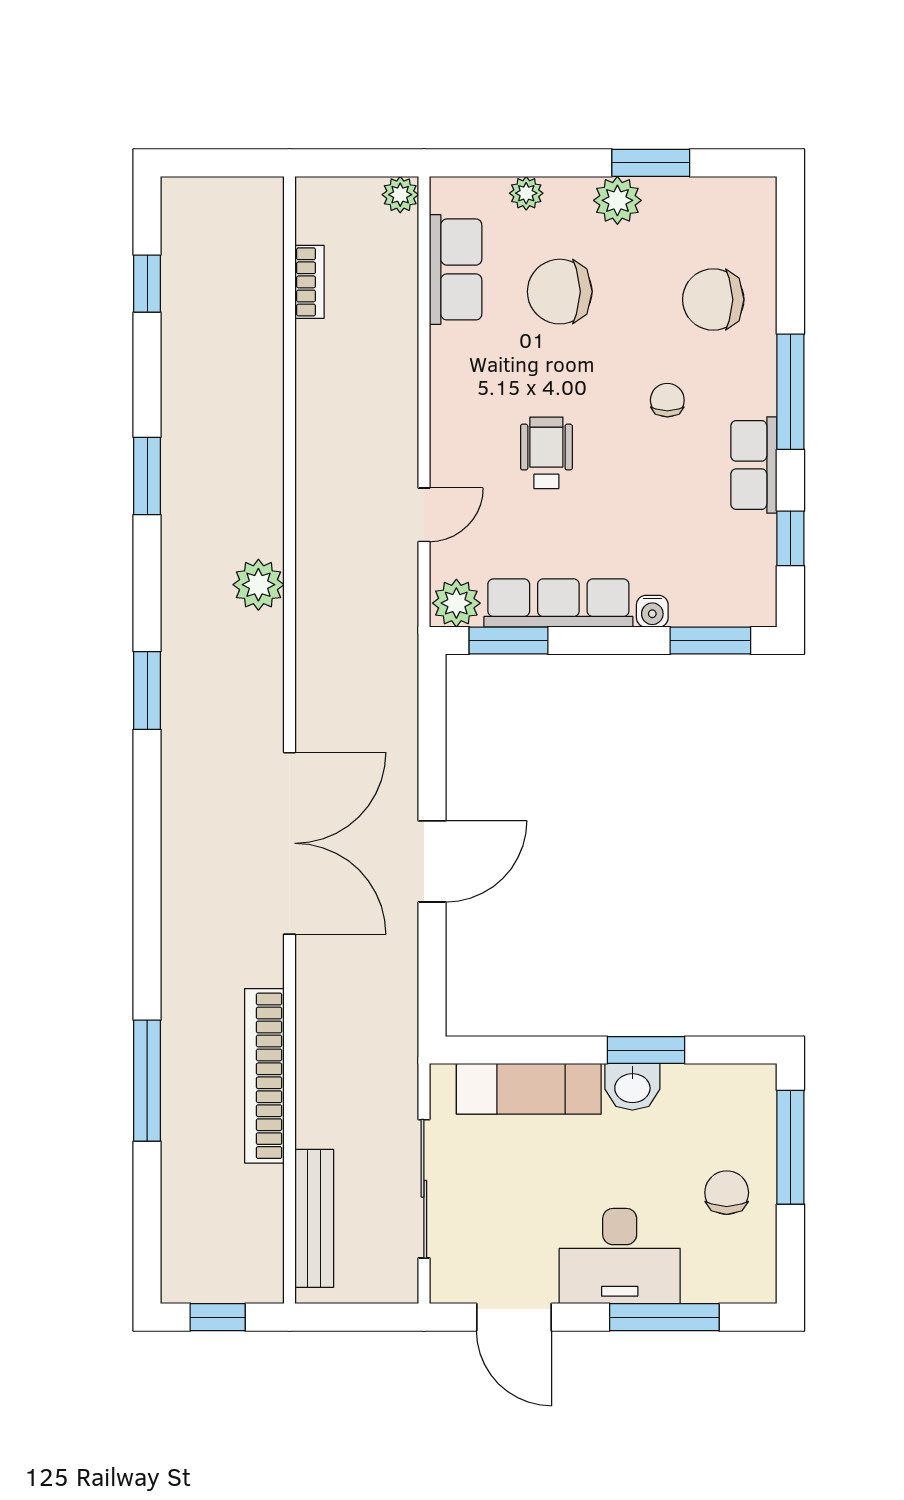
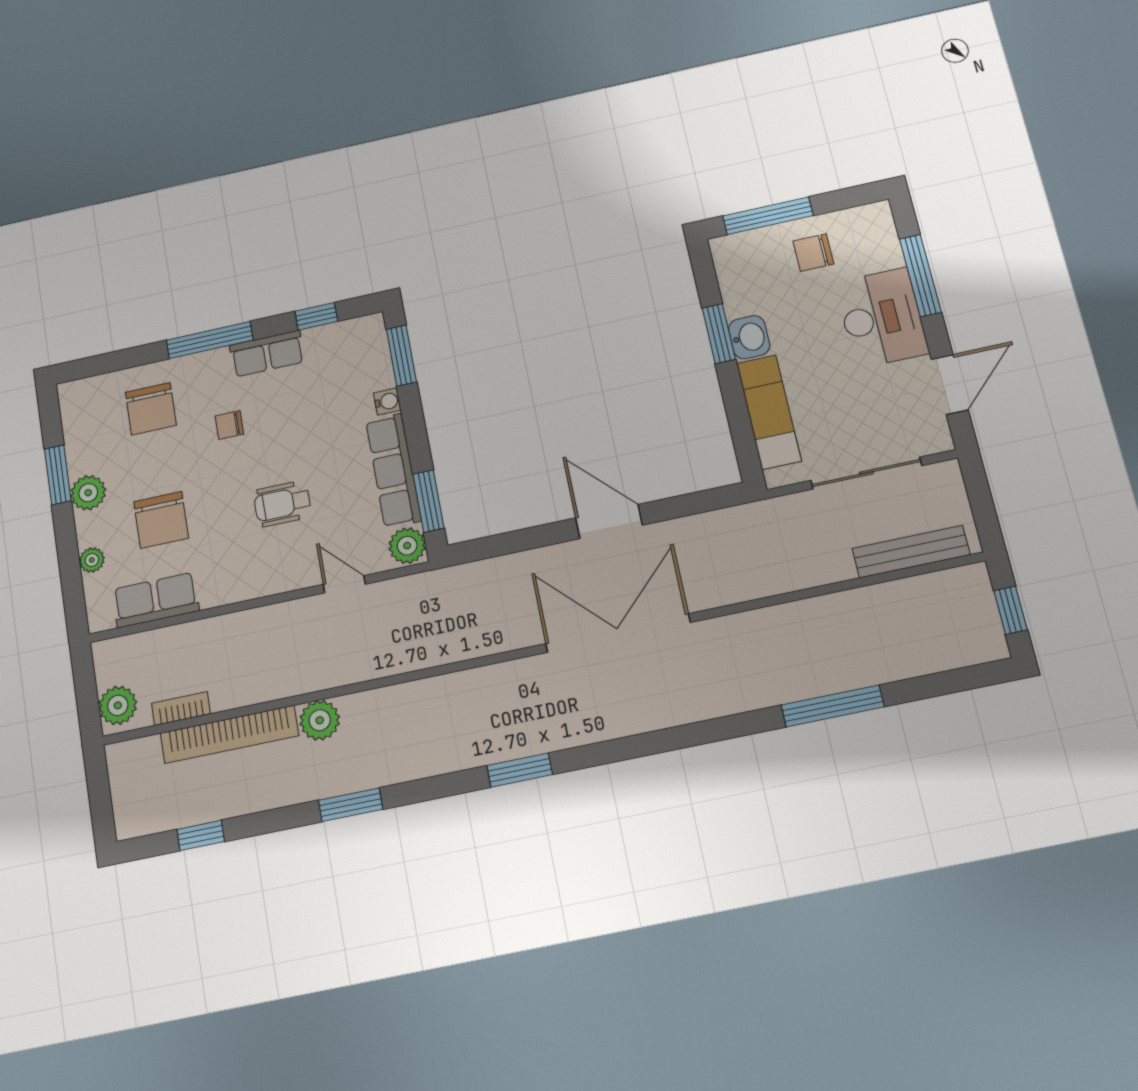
plant: (400, 195) -> (118, 705), moved, width x1.38, depth x1.38
plant: (258, 585) -> (320, 720), moved
bookcase: (264, 1076) -> (229, 734), moved

